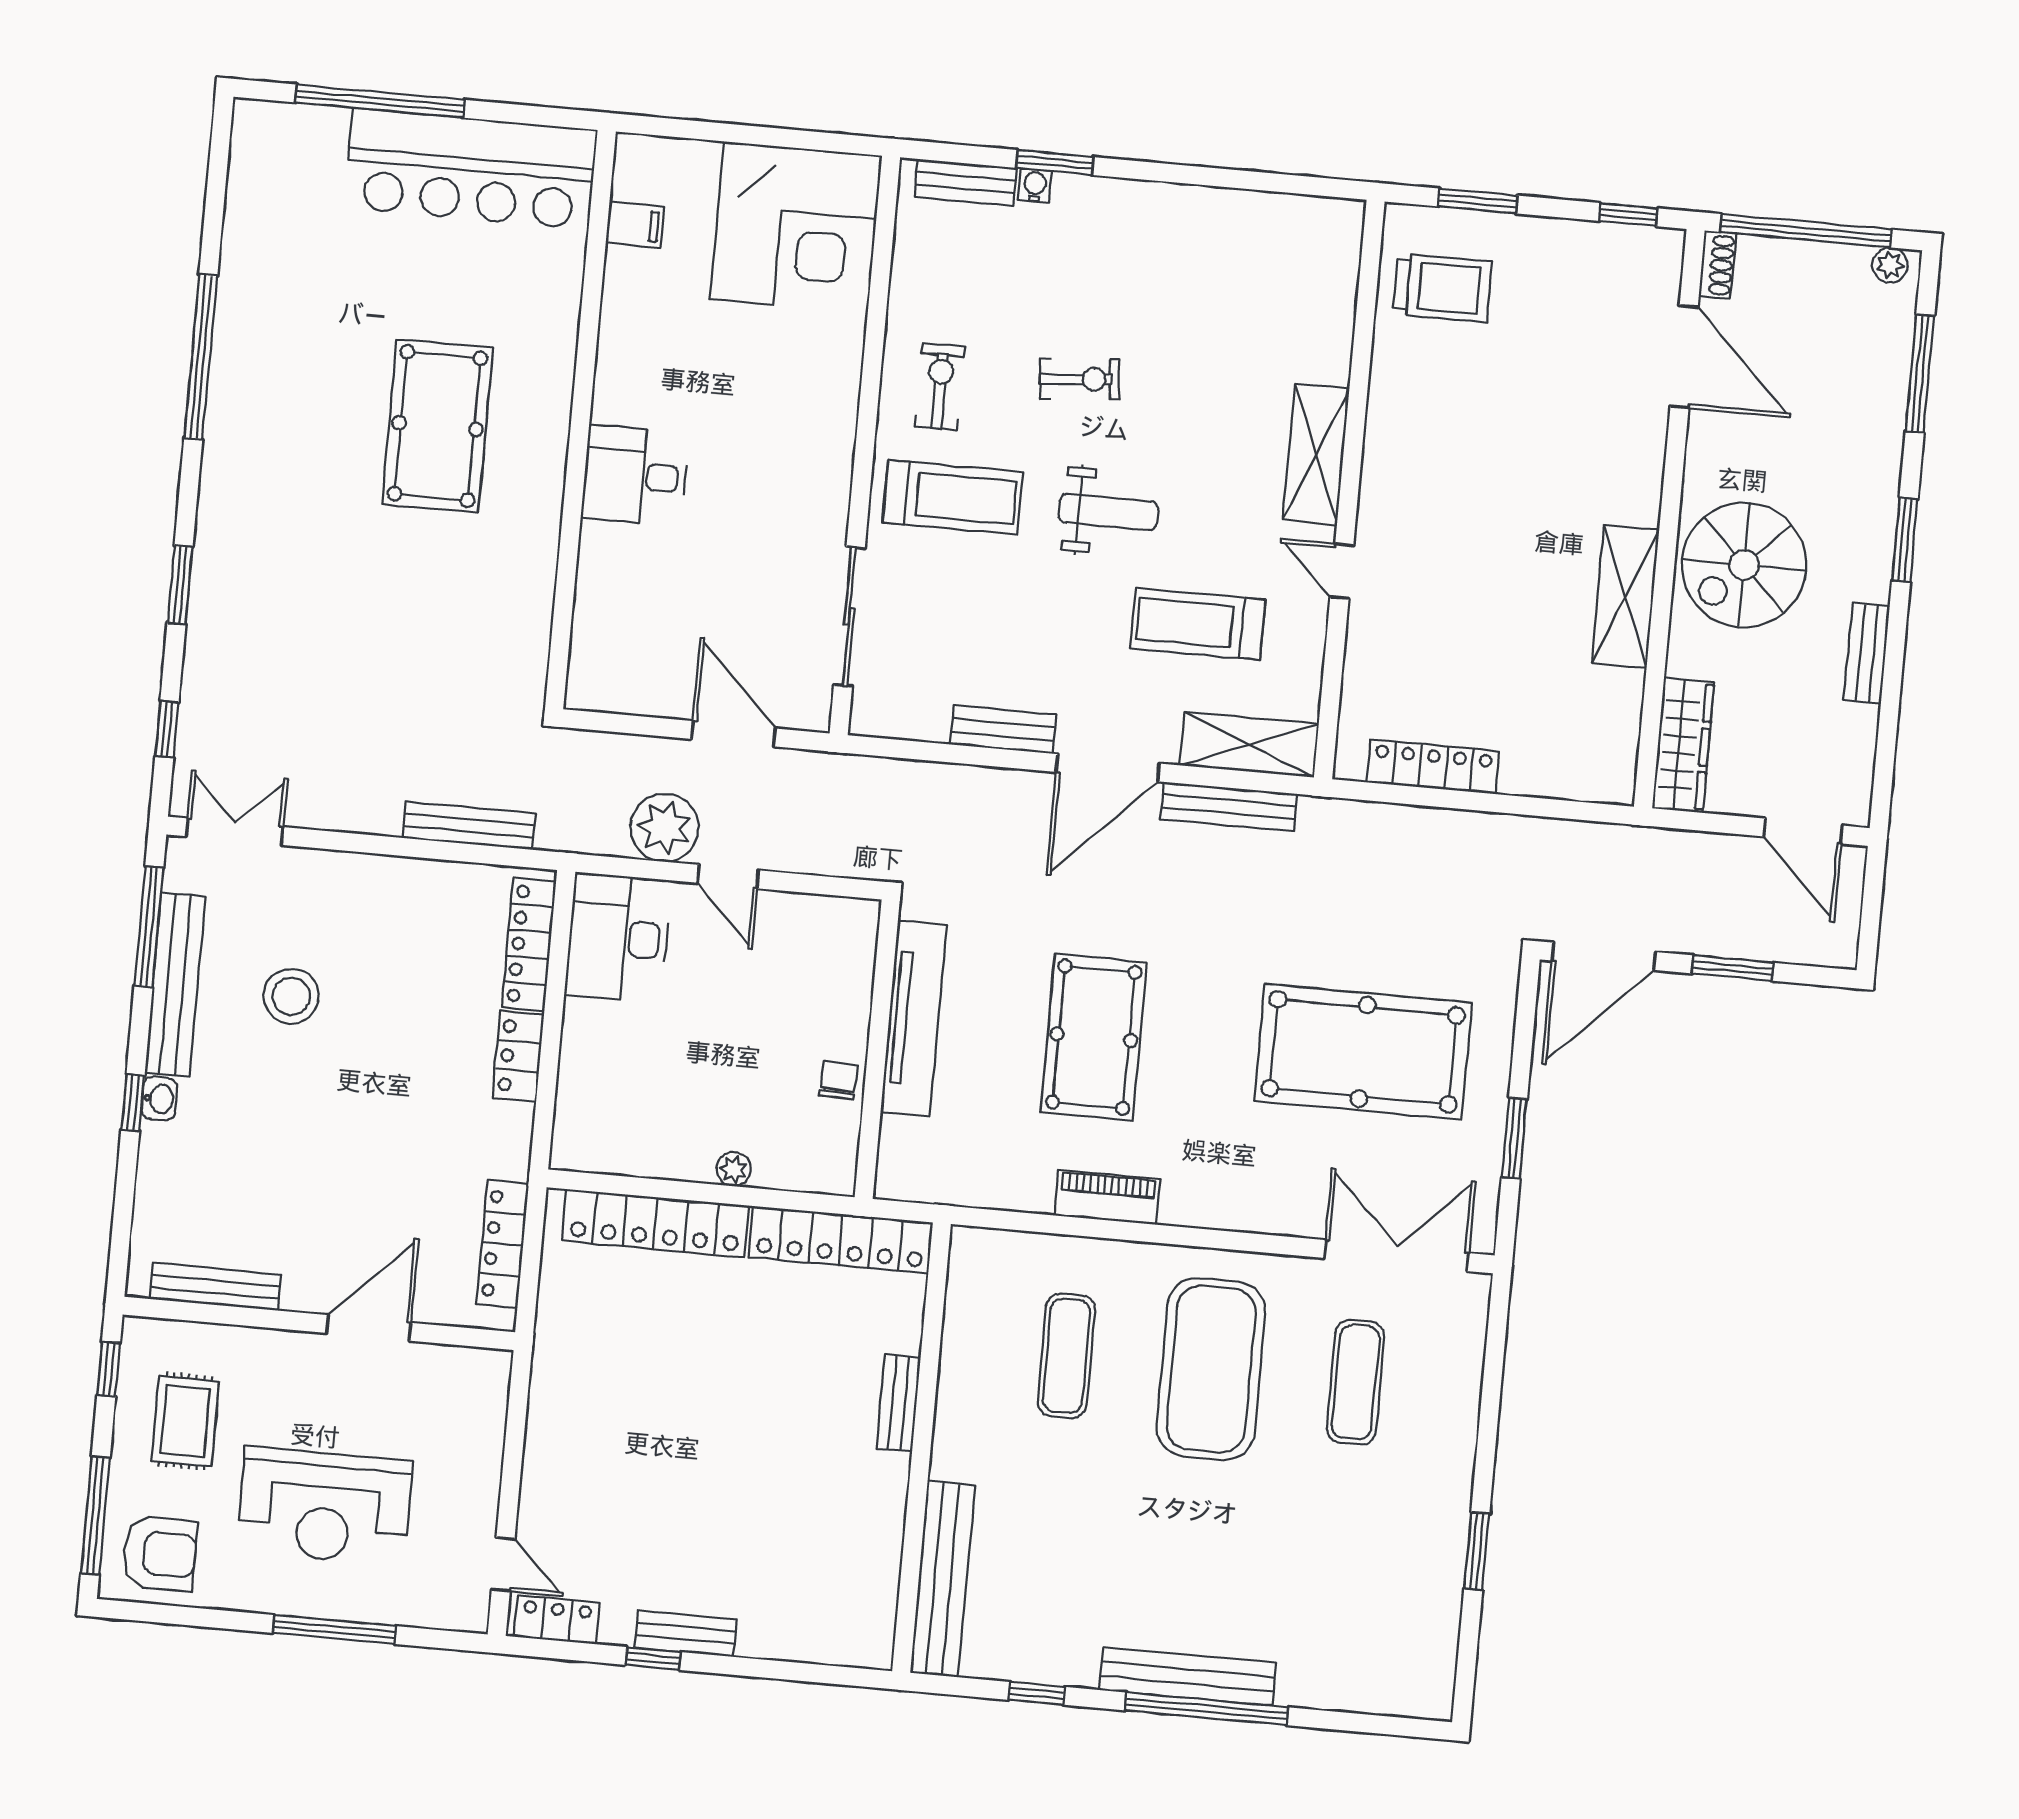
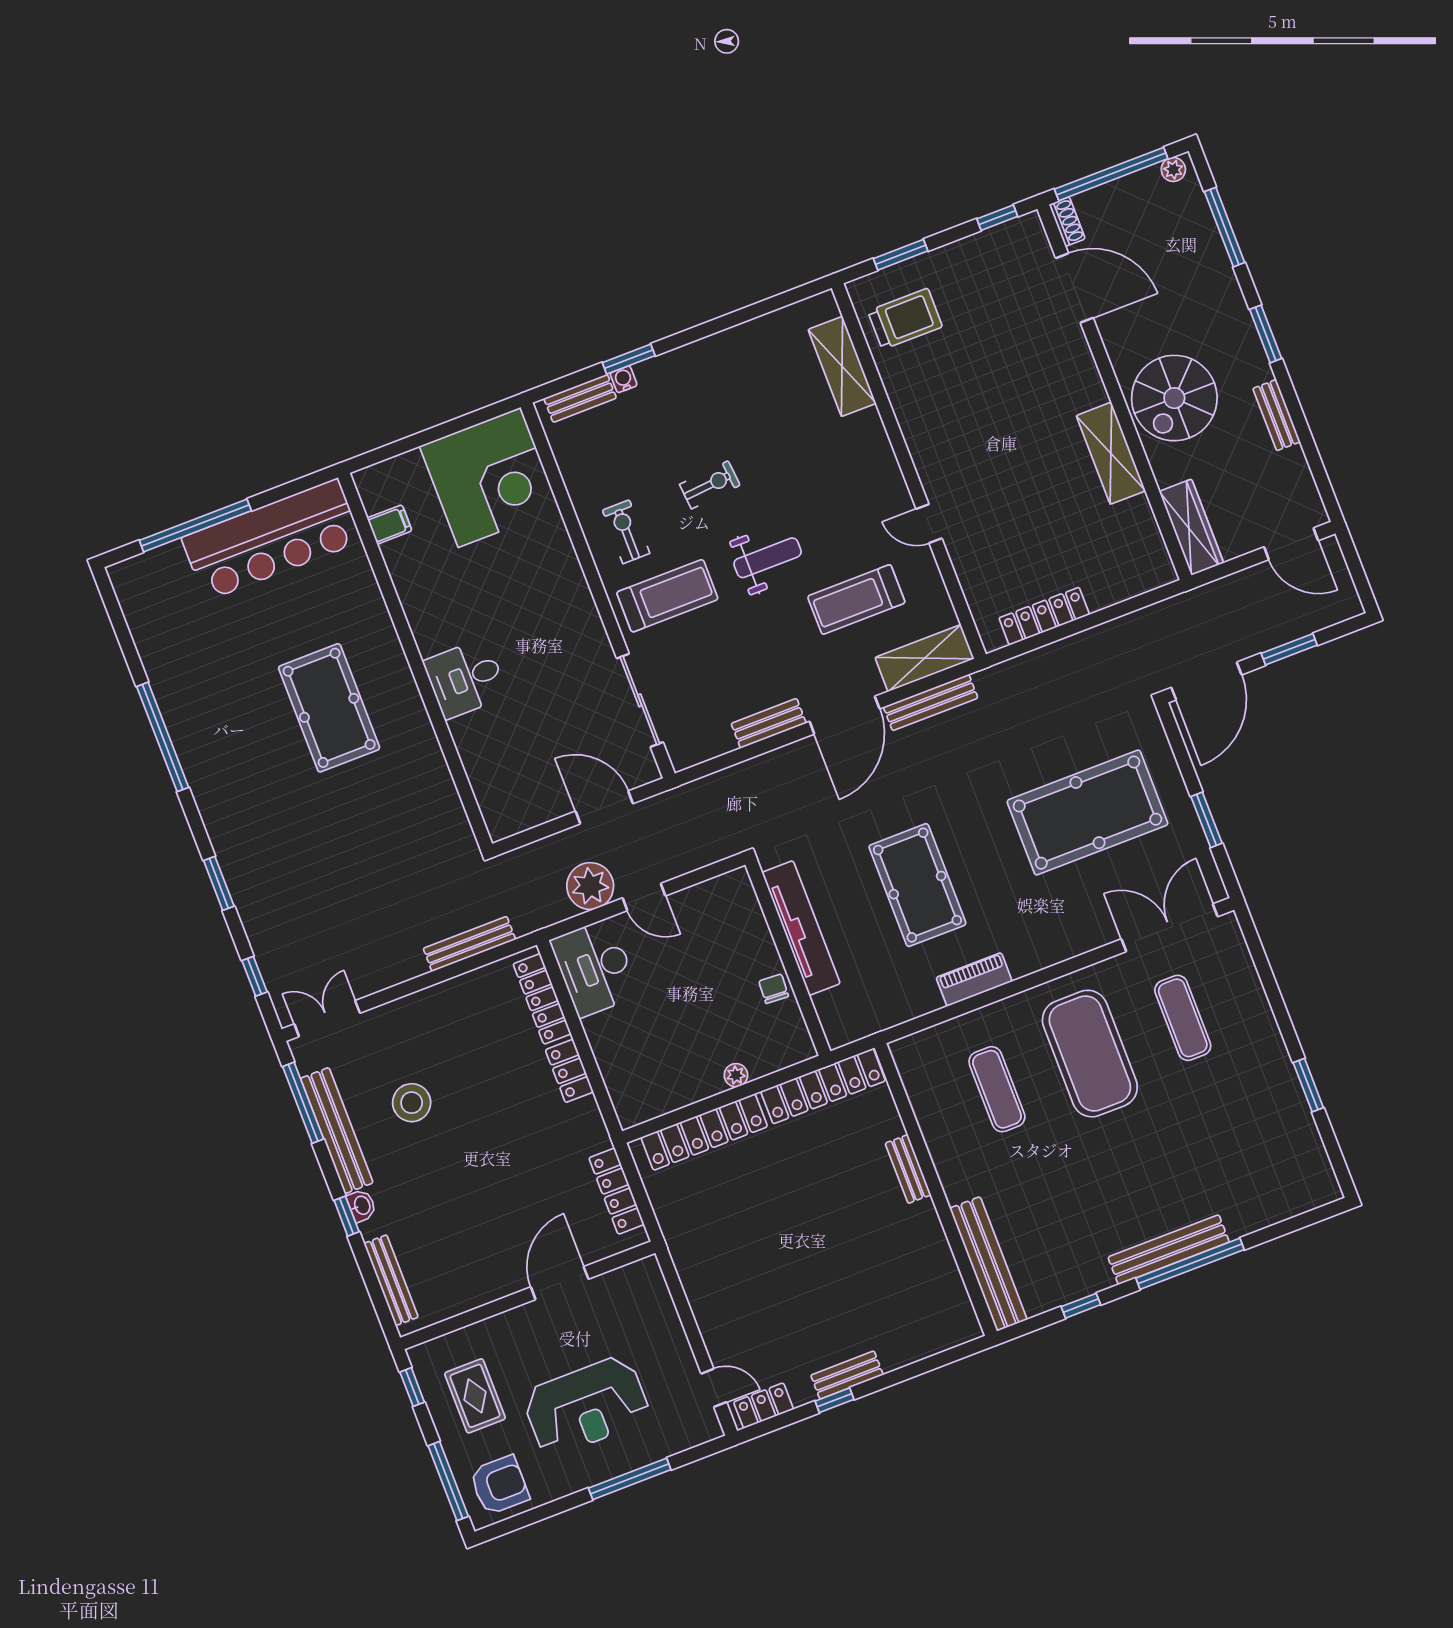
shelving: (1316, 454) -> (842, 366), moved
bench: (215, 1287) -> (391, 1280), moved, turned 90

